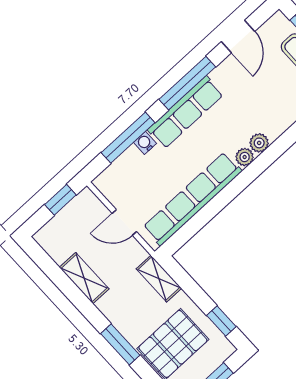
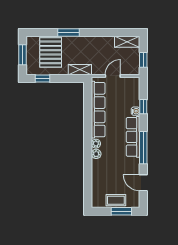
window: (128, 138) -> (143, 107), width x0.46
shelving: (84, 278) -> (127, 42), moved

